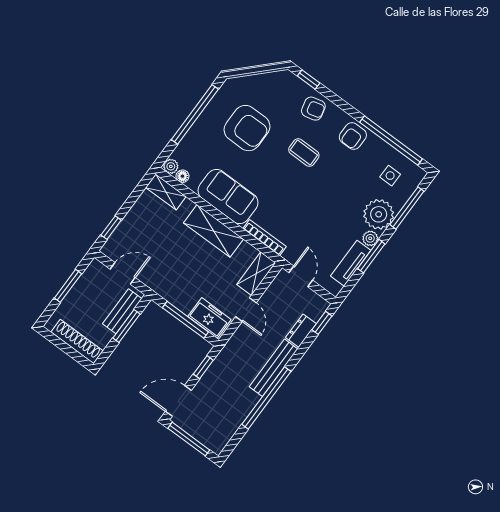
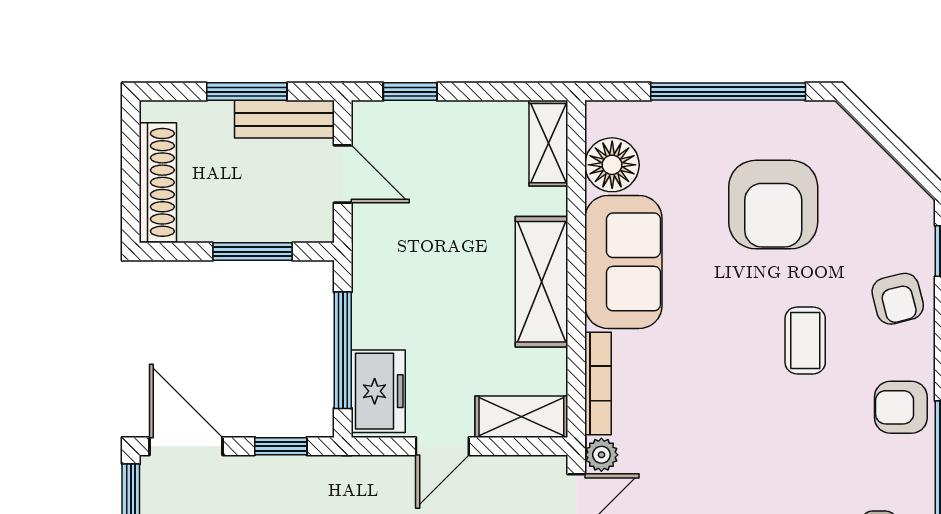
plant: (171, 166) -> (601, 455), moved
floor lamp: (182, 176) -> (612, 165), width x1.89, depth x1.89
bench: (122, 311) -> (284, 119), moved

